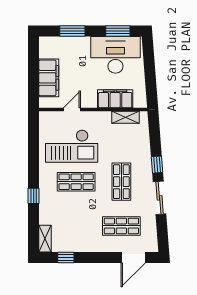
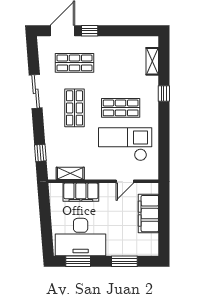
window: (157, 165) -> (40, 153), moved
shelving: (45, 239) -> (152, 61), moved
window: (66, 258) -> (90, 31), moved

